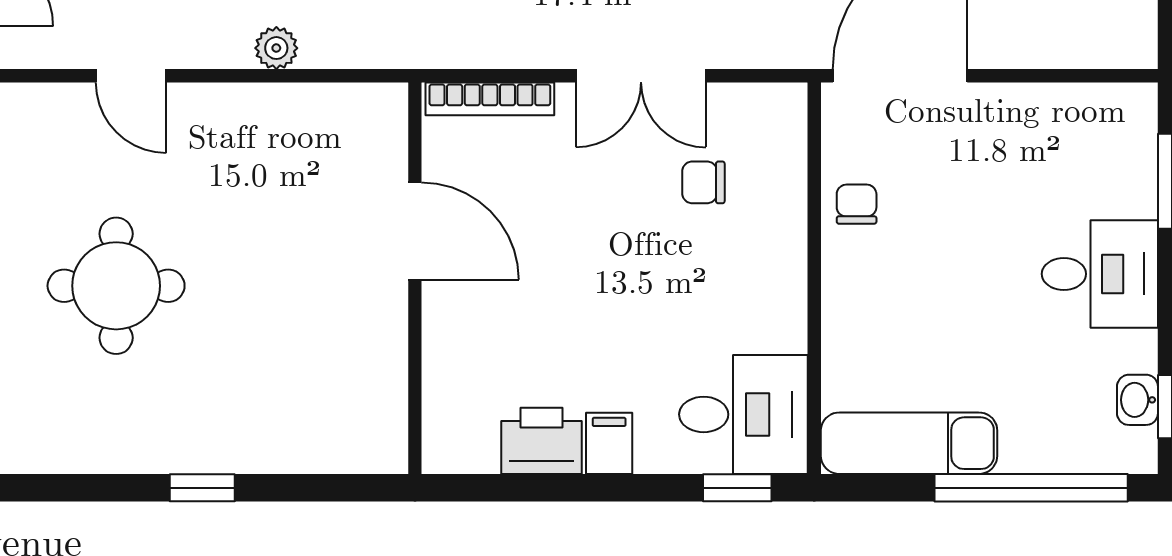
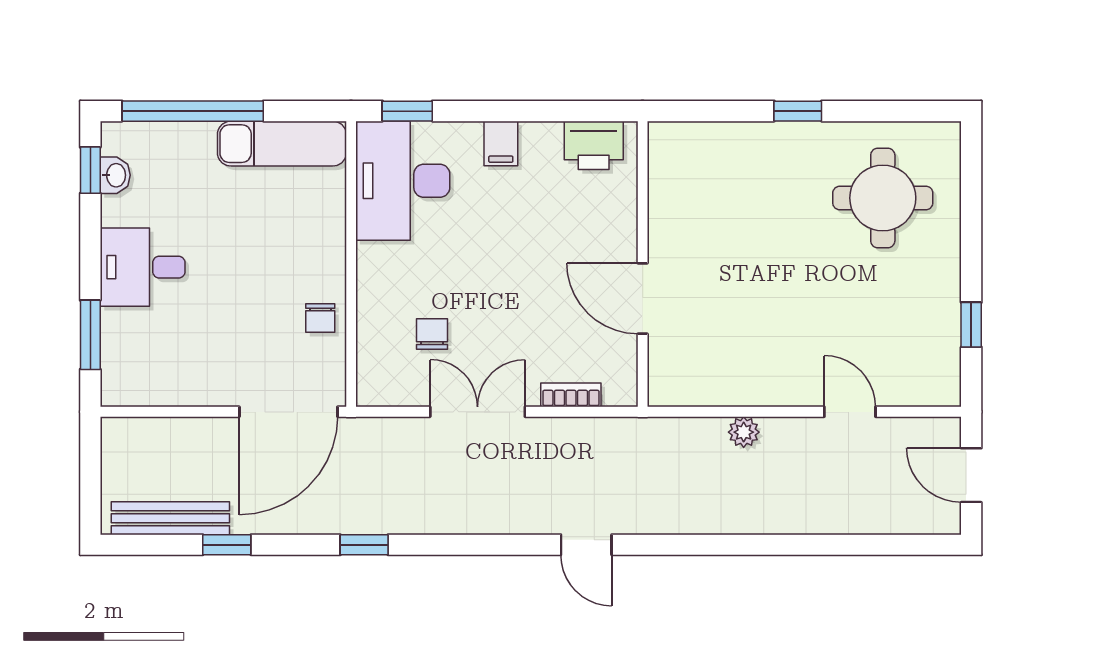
bookcase: (490, 99) -> (571, 395), width x0.64
chair: (703, 182) -> (432, 334), turned -90
round table: (116, 286) -> (883, 198), moved
desk: (743, 414) -> (403, 181), width x1.37
printer: (541, 441) -> (594, 145), moved

